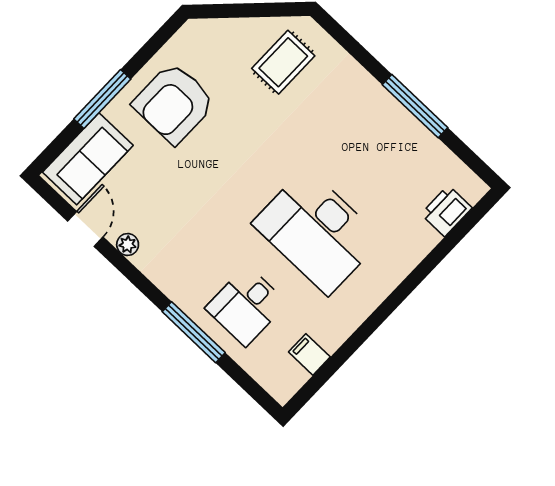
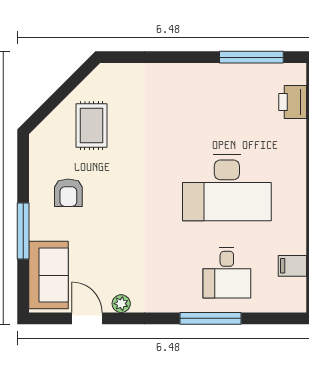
rug: (283, 62) -> (91, 125), moved
armchair: (174, 103) -> (68, 193), width x0.53, depth x0.53
window: (415, 106) -> (251, 57), moved

